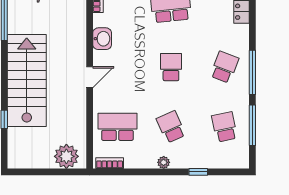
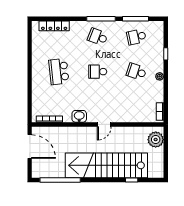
door: (90, 77) -> (104, 124), swing flipped
stairs: (27, 81) -> (106, 165), width x1.36
school desk: (117, 127) -> (136, 106), removed
school desk: (171, 127) -> (136, 72), turned 42

